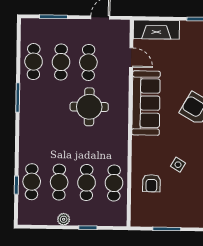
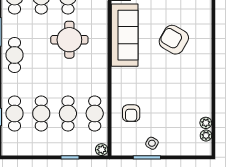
cafe table: (33, 122) -> (15, 55), added
side table: (178, 165) -> (152, 143), moved
plant: (64, 219) -> (102, 150), moved

